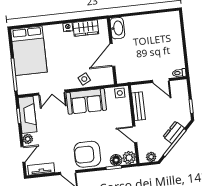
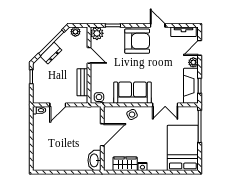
door: (161, 81) -> (58, 105), swing flipped
double door: (52, 93) -> (165, 105), swing flipped
floor lamp: (116, 160) -> (110, 32), removed

